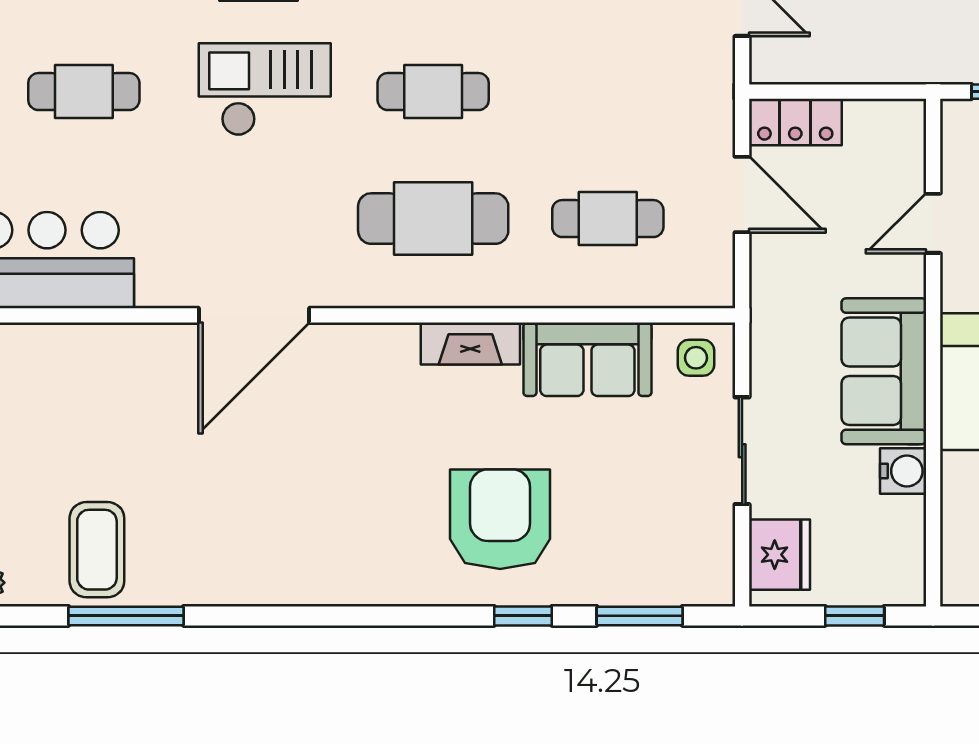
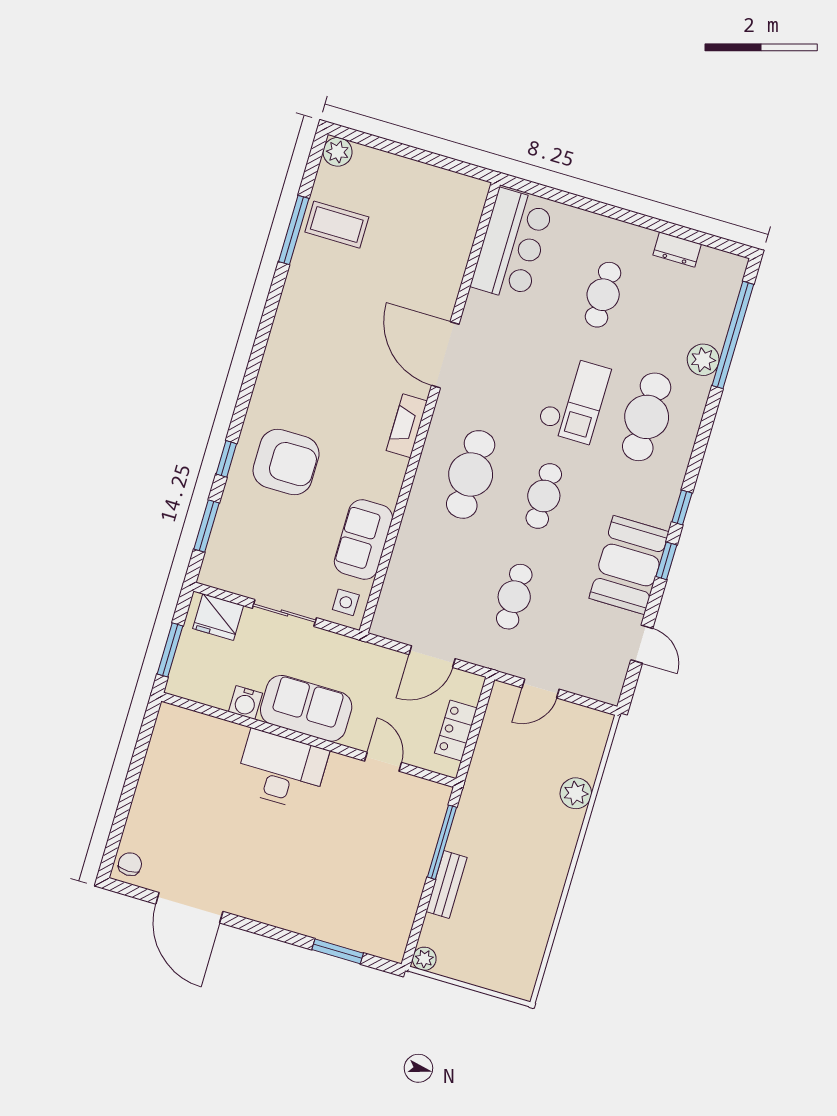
locker: (795, 122) -> (456, 730), moved
cafe table: (608, 219) -> (514, 597), moved
fireplace: (470, 343) -> (407, 426), moved
window: (855, 616) -> (170, 650), width x1.50

